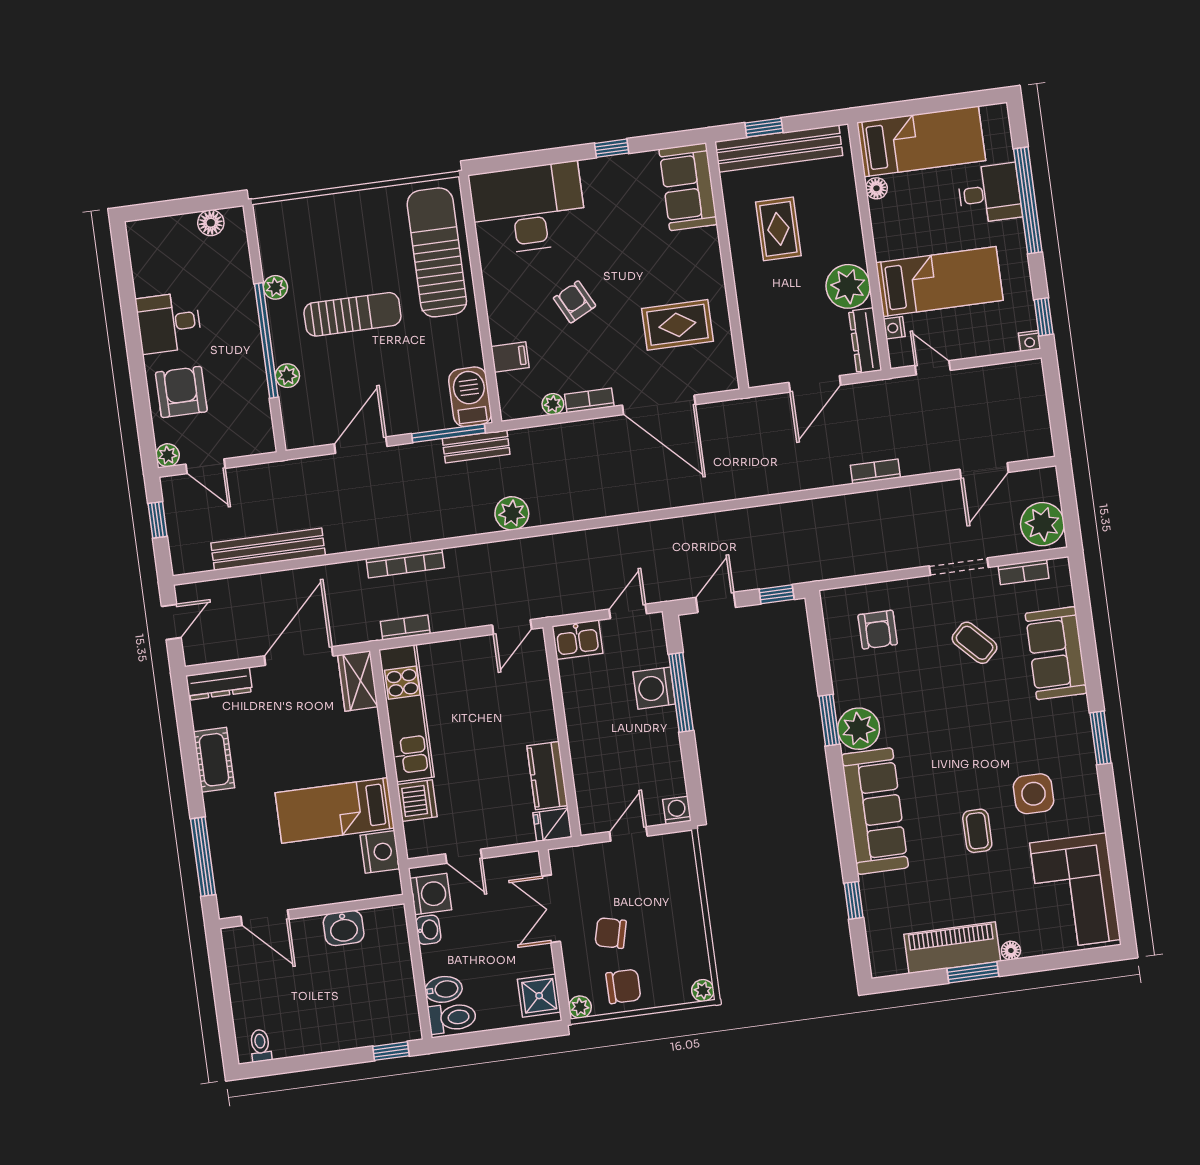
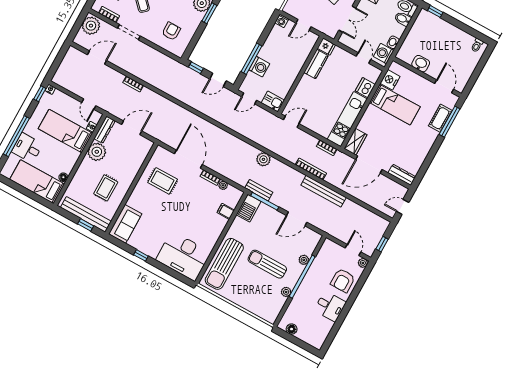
armchair: (575, 302) -> (191, 214), removed
bench: (268, 549) -> (324, 191), moved
cot: (214, 760) -> (440, 118), moved

